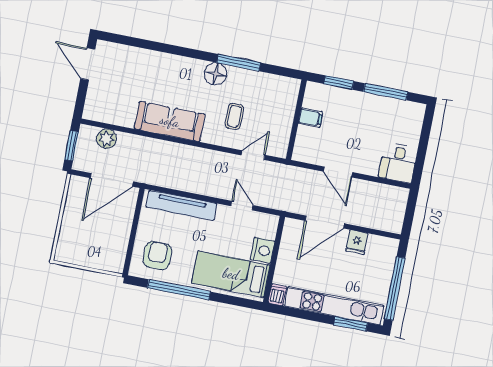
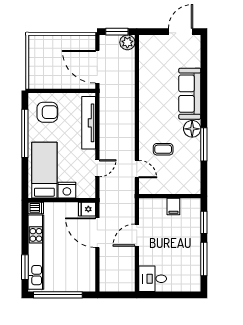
sofa: (170, 121) -> (190, 94), moved, turned 180
plant: (107, 139) -> (127, 42), moved
fridge: (357, 242) -> (87, 209), moved

